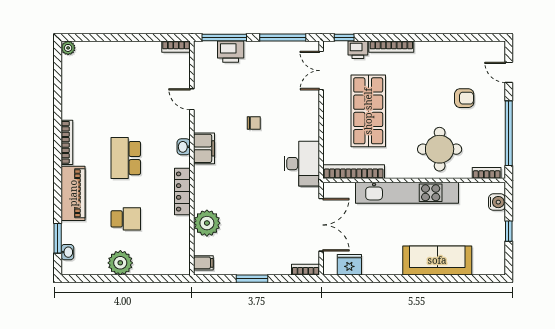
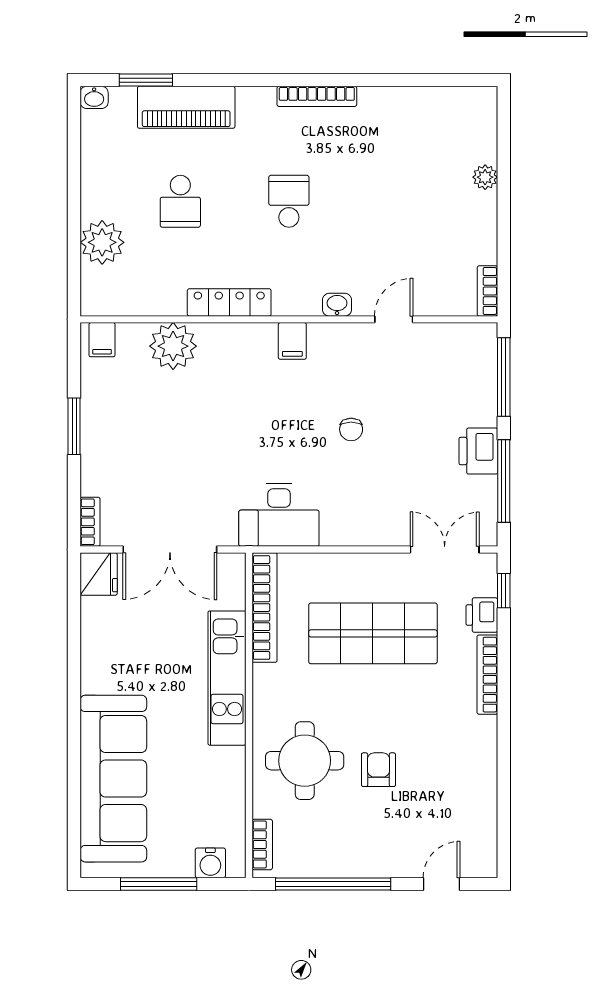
plant: (68, 48) -> (485, 177), moved
printer: (231, 52) -> (478, 451), moved
armchair: (464, 98) -> (378, 770), moved, turned 180
washbasin: (184, 147) -> (337, 305), moved
filing cabinet: (204, 148) -> (292, 341), width x0.50
school desk: (126, 158) -> (289, 201), width x0.54
piano: (73, 193) -> (186, 107), moved
kitchen unit: (407, 193) -> (227, 678), width x0.73
window: (509, 231) -> (159, 884), width x2.17
washbasin: (67, 252) -> (94, 97), moved
sofa: (437, 260) -> (113, 779), width x1.36, depth x1.27
plant: (120, 263) -> (102, 242), moved
fridge: (349, 265) -> (99, 574), moved

